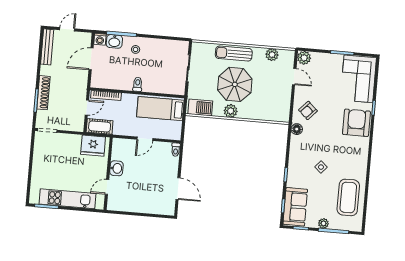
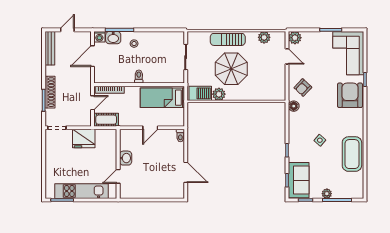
plant: (231, 111) -> (219, 94), moved
fridge: (93, 146) -> (84, 138), moved
coffee table: (348, 197) -> (352, 154), moved

